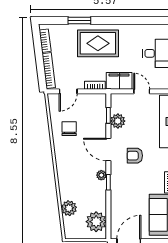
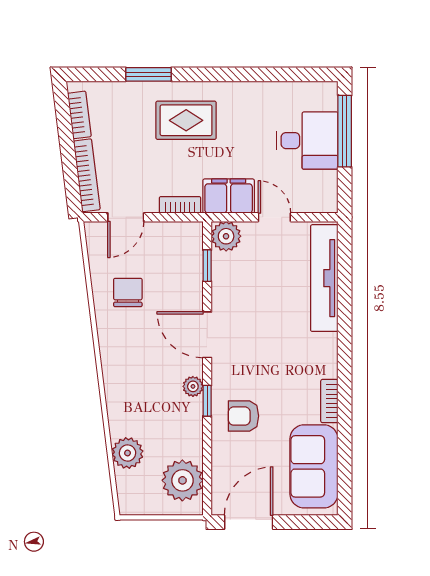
rug: (98, 43) -> (186, 120), width x0.73, depth x0.70
plant: (118, 121) -> (226, 236), moved
armchair: (135, 156) -> (244, 416), moved

